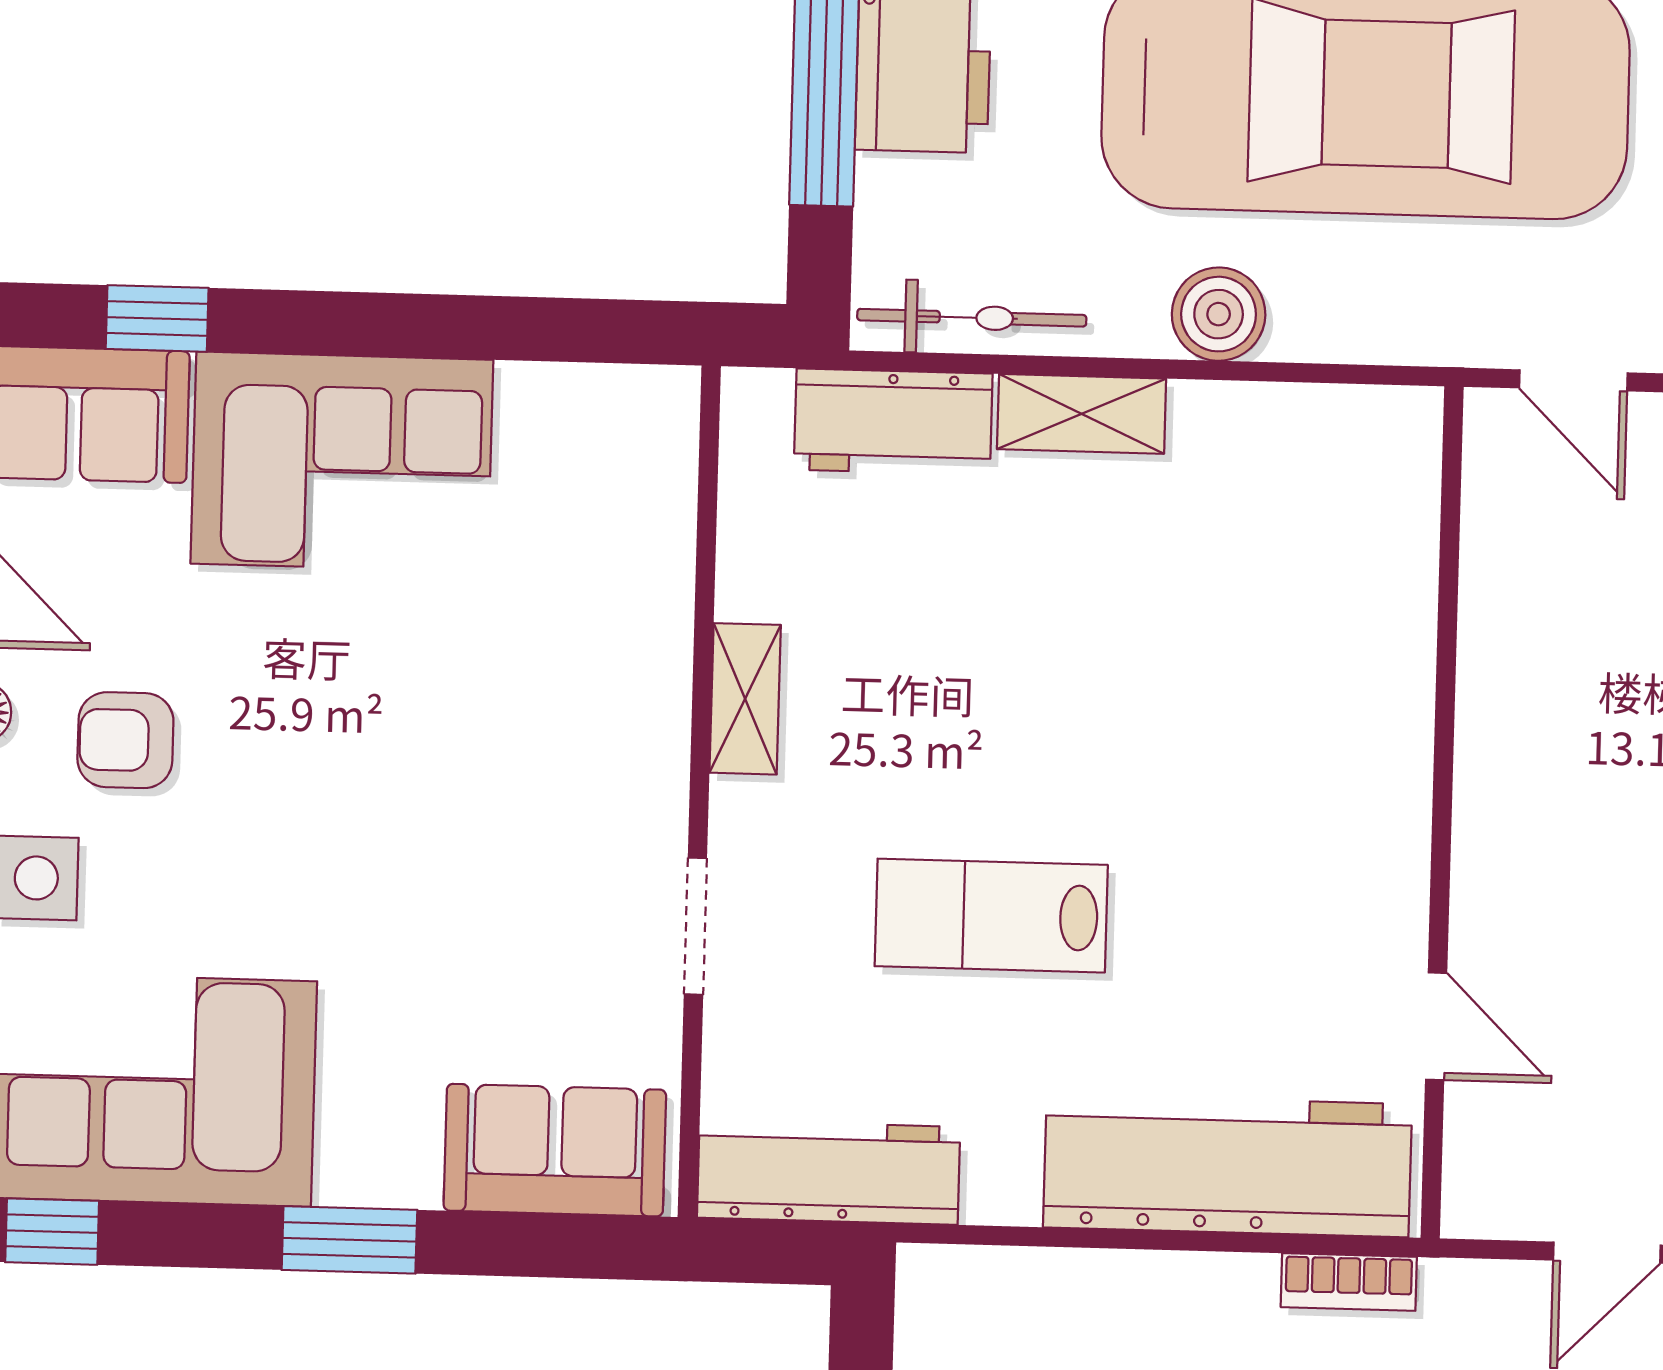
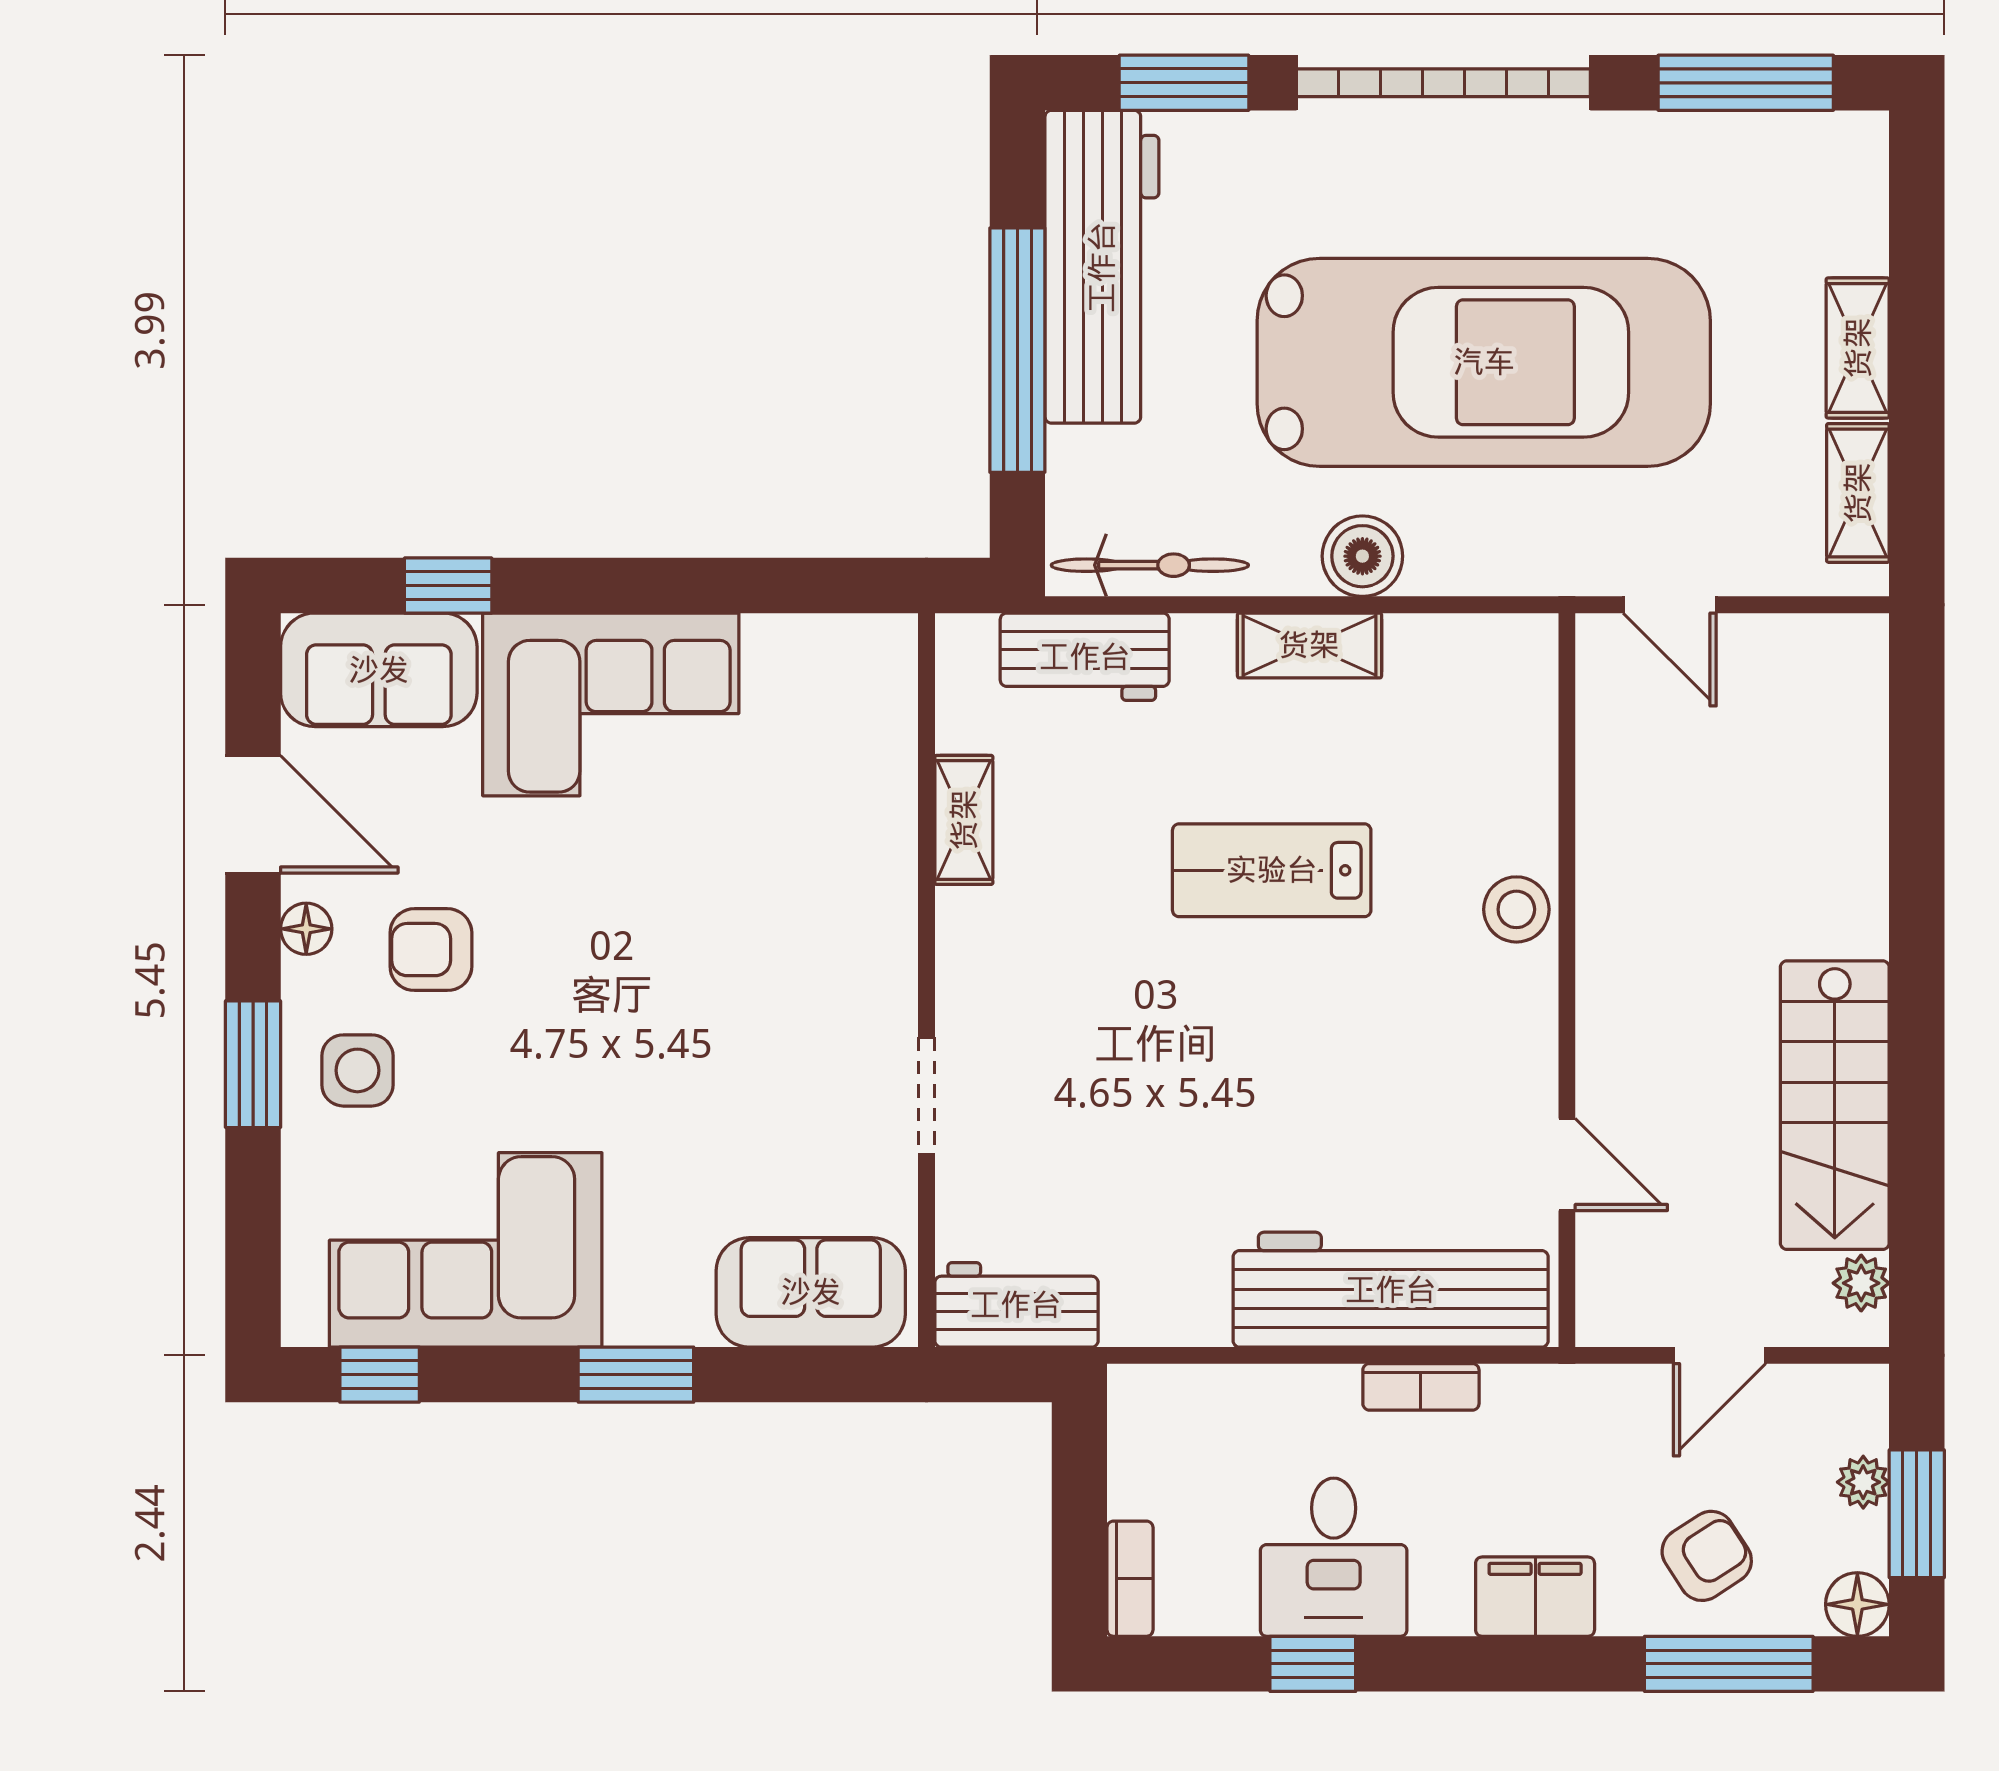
shelving: (1082, 414) -> (1309, 645), moved
shelving: (745, 699) -> (964, 820), moved
stool: (1386, 729) -> (1516, 909), added
lab bench: (991, 916) -> (1272, 870), moved
workbench: (829, 1172) -> (1016, 1305), width x0.73
bookcase: (1349, 1282) -> (1421, 1387), moved

